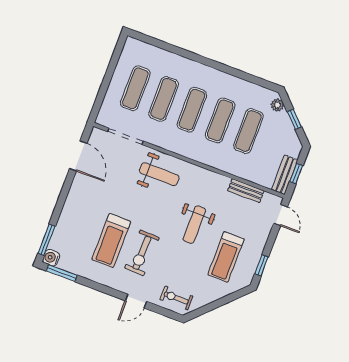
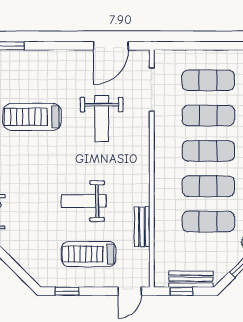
weight bench: (159, 174) -> (102, 119), moved
bench: (285, 175) -> (191, 279), moved
bench: (246, 191) -> (142, 227), moved
exercise bike: (142, 253) -> (31, 155), removed
treadmill: (226, 257) -> (89, 254), moved

